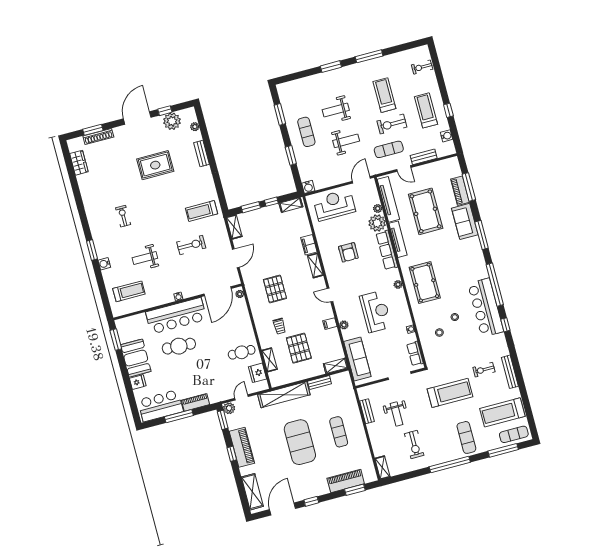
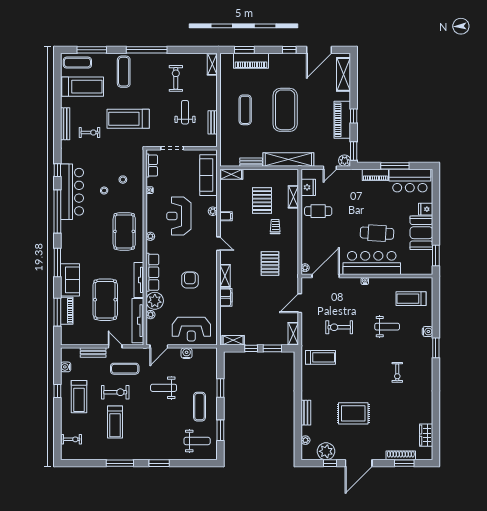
weight bench: (336, 110) -> (197, 441), moved
water cooler: (308, 187) -> (187, 353), moved

